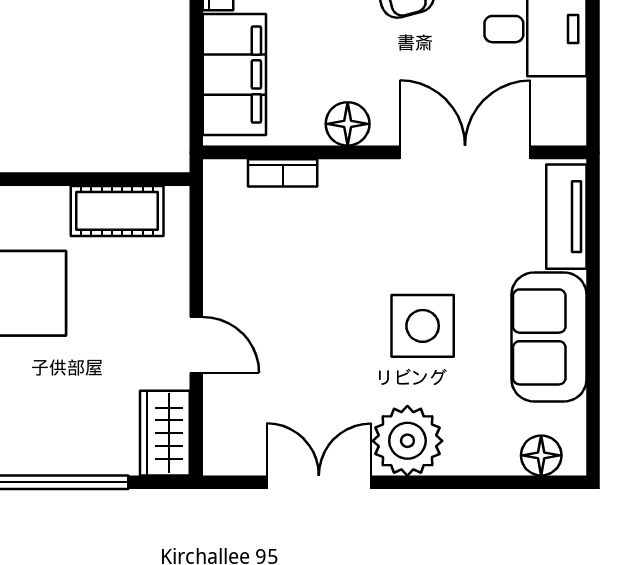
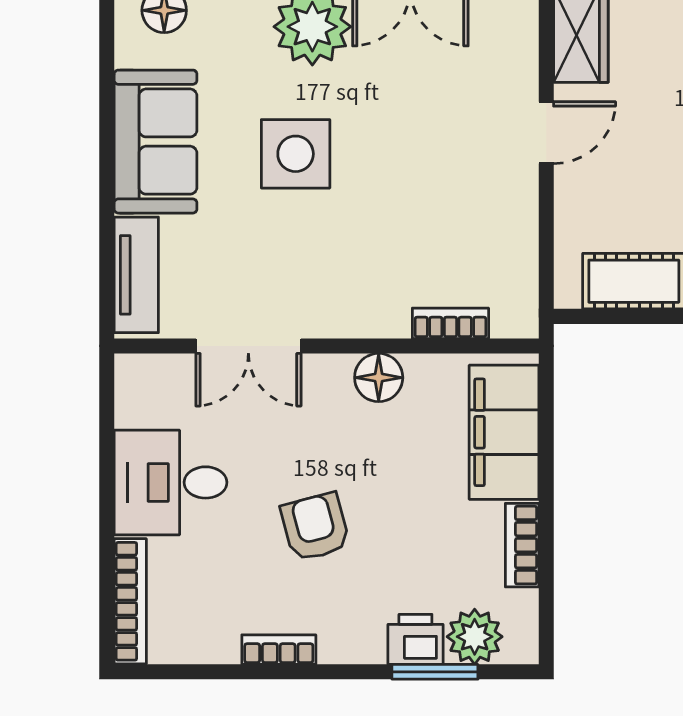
double door: (465, 152) -> (248, 346), width x0.73
door: (196, 345) -> (546, 133), swing flipped

